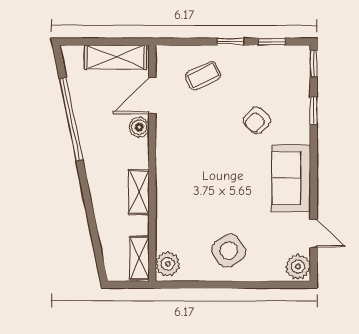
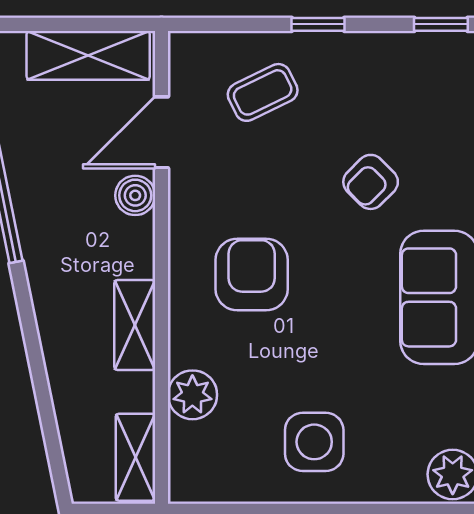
window: (272, 42) -> (441, 24), moved
armchair: (197, 167) -> (252, 275), added
side table: (229, 250) -> (314, 442), turned 33
plant: (168, 264) -> (192, 395), moved

